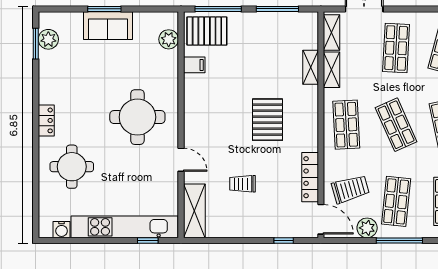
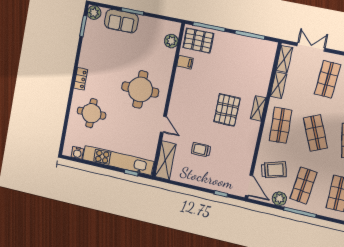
sofa: (108, 26) -> (121, 21), moved
plant: (48, 39) -> (94, 13), moved
shelving: (311, 67) -> (258, 108), moved
locker: (310, 177) -> (248, 156), removed

